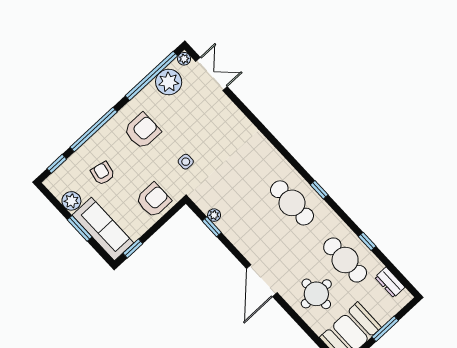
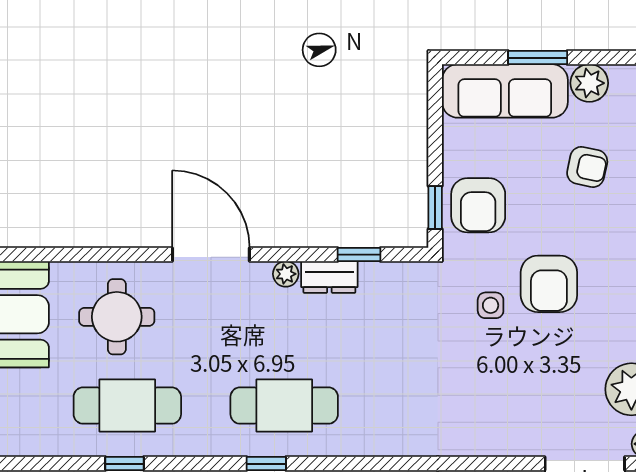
armchair: (142, 131) -> (549, 284), moved
plant: (214, 215) -> (286, 274), moved
window: (133, 248) -> (435, 208), moved
dresser: (390, 282) -> (329, 277), moved, turned 180

